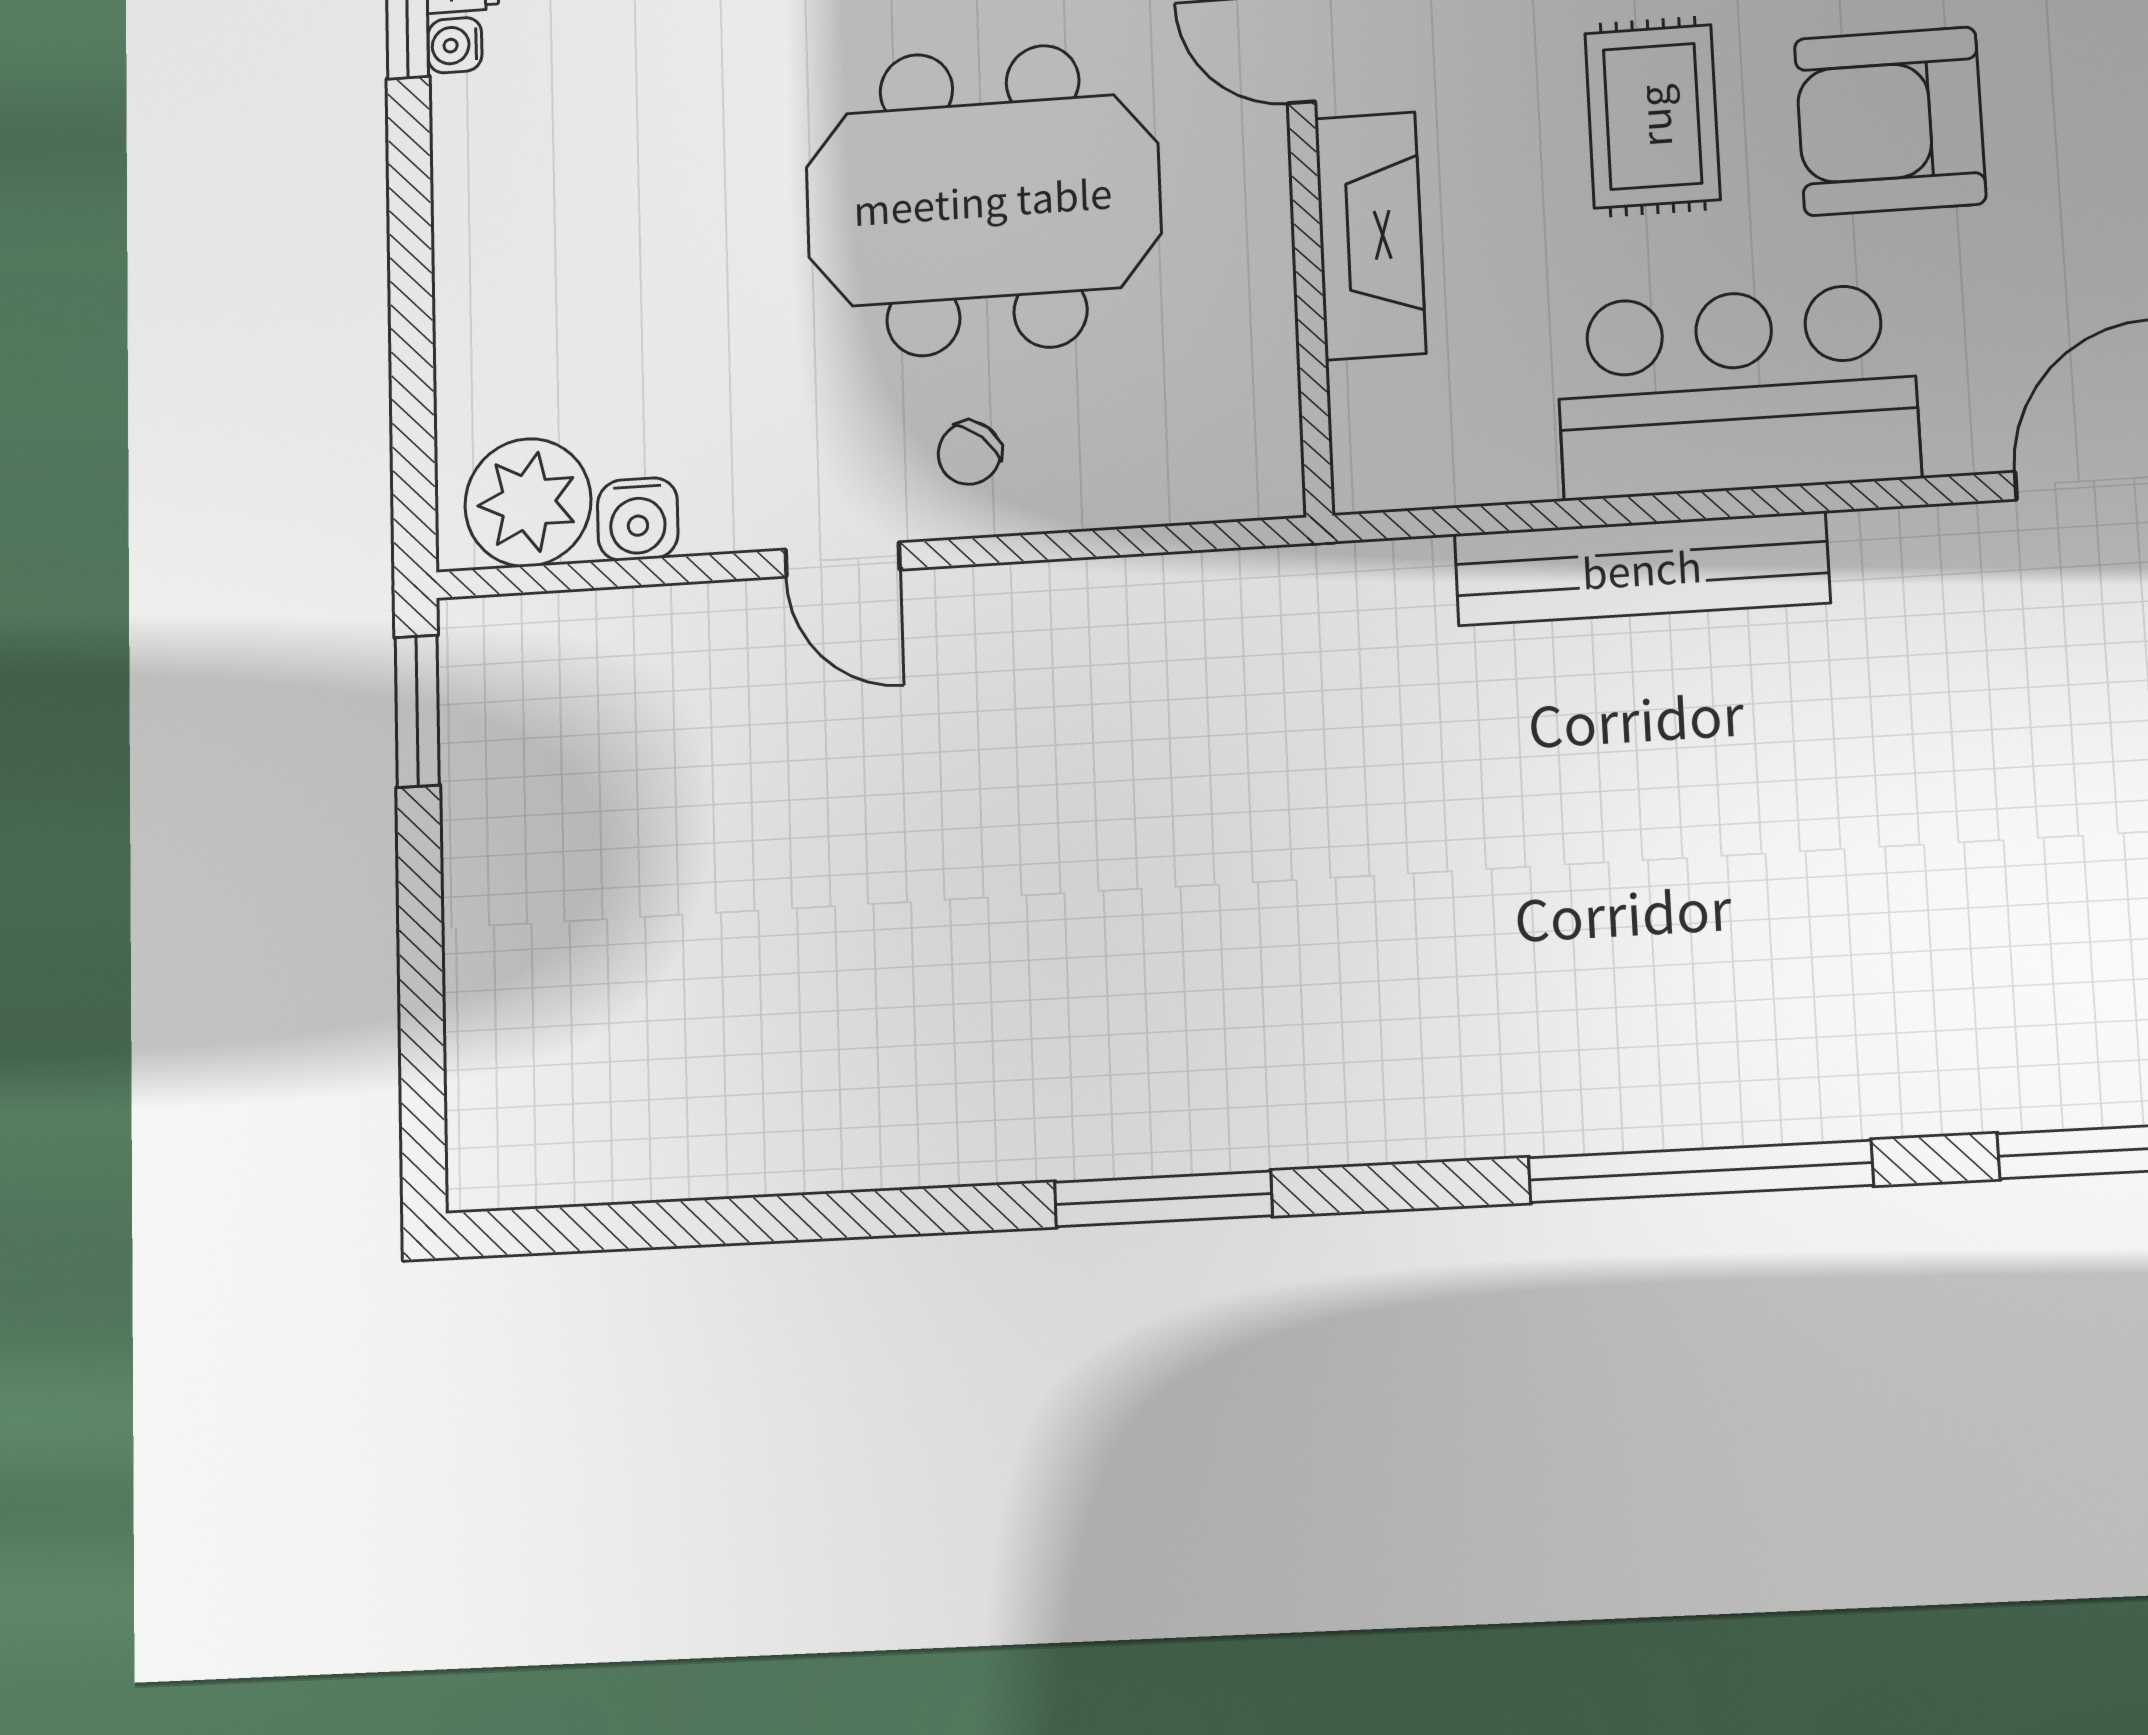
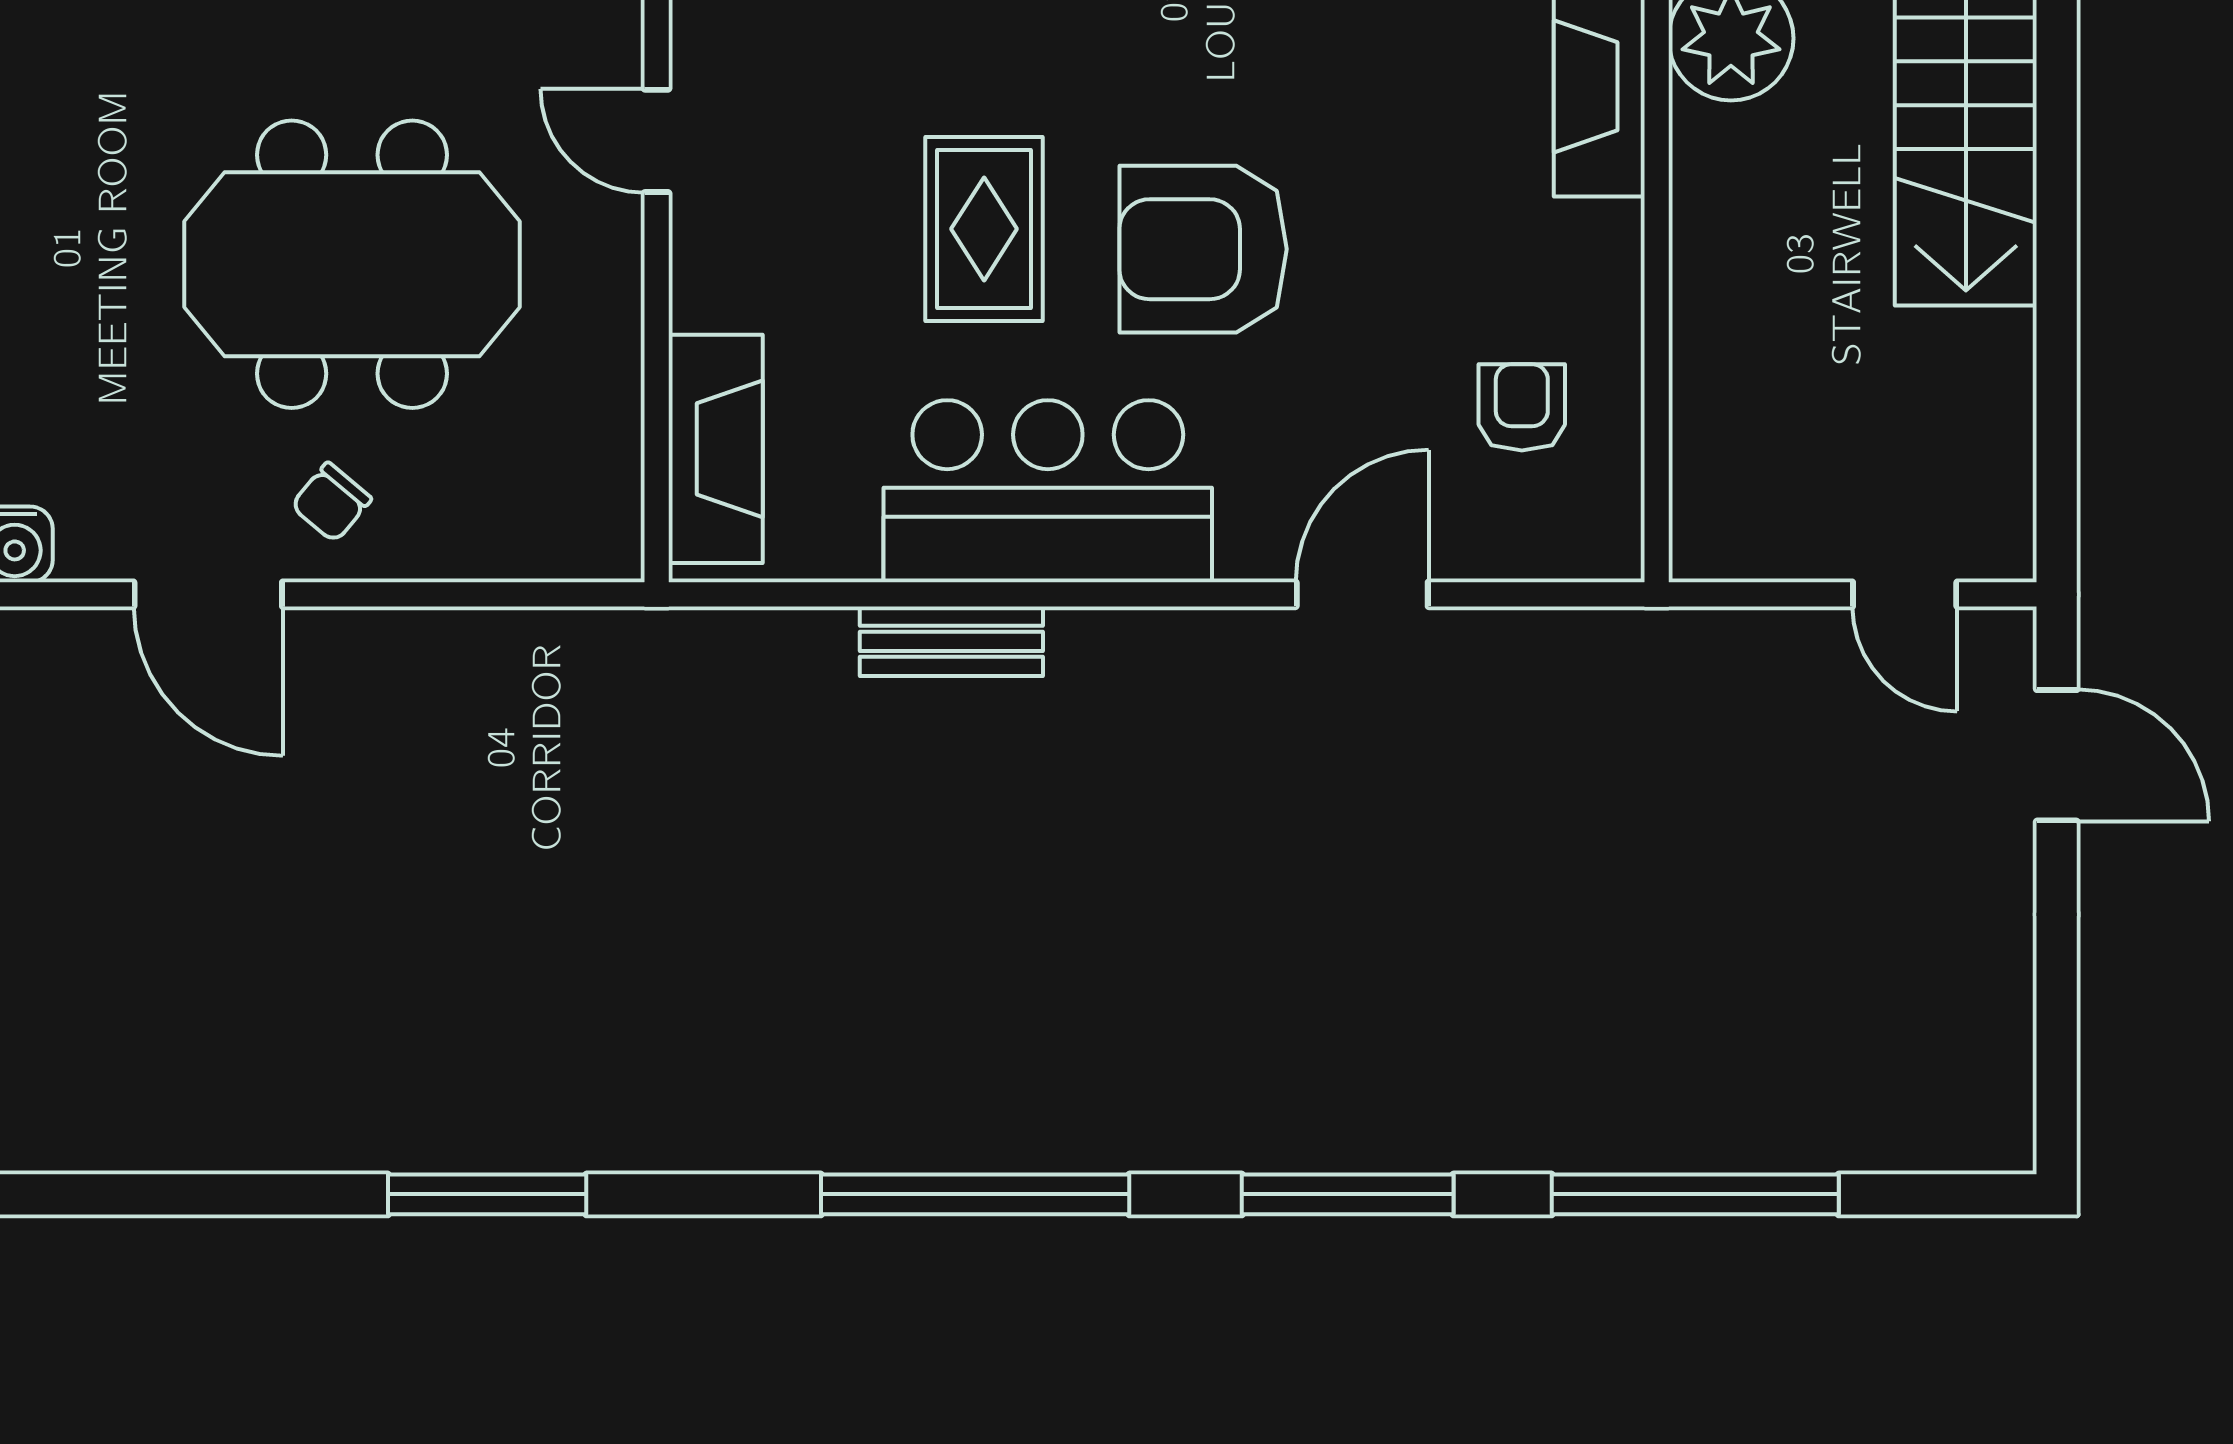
fireplace: (1370, 236) -> (716, 449), moved
door: (843, 560) -> (208, 594), width x1.38
bench: (1642, 568) -> (951, 641), width x0.54, depth x0.82

